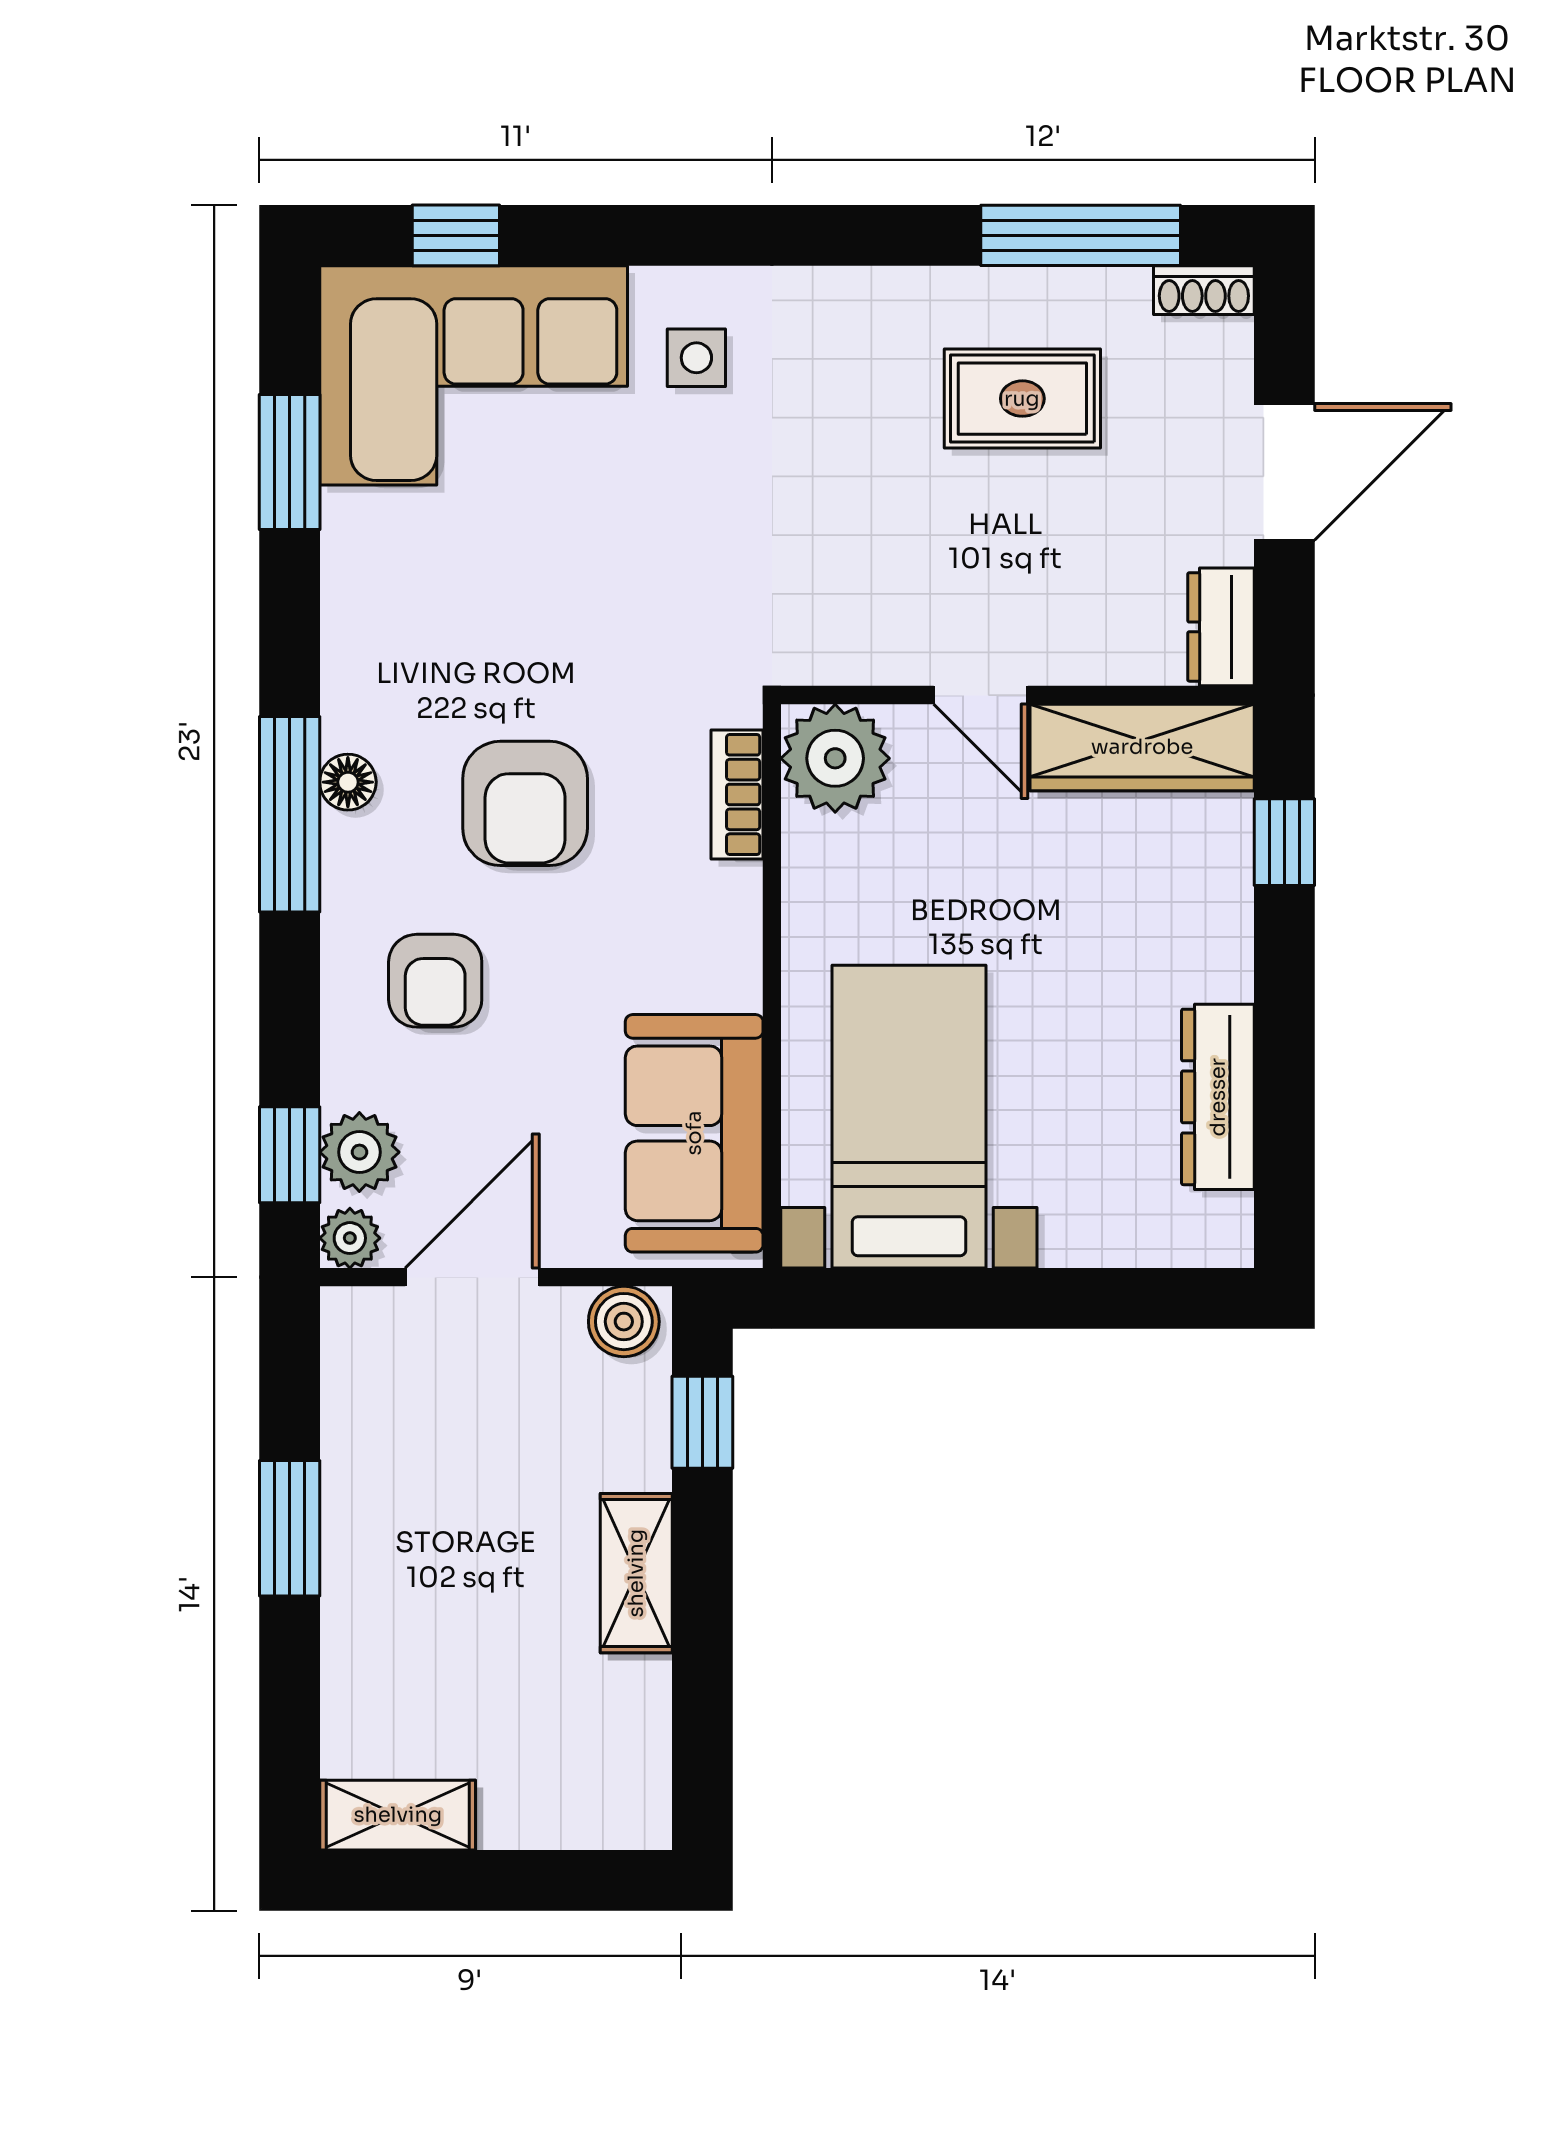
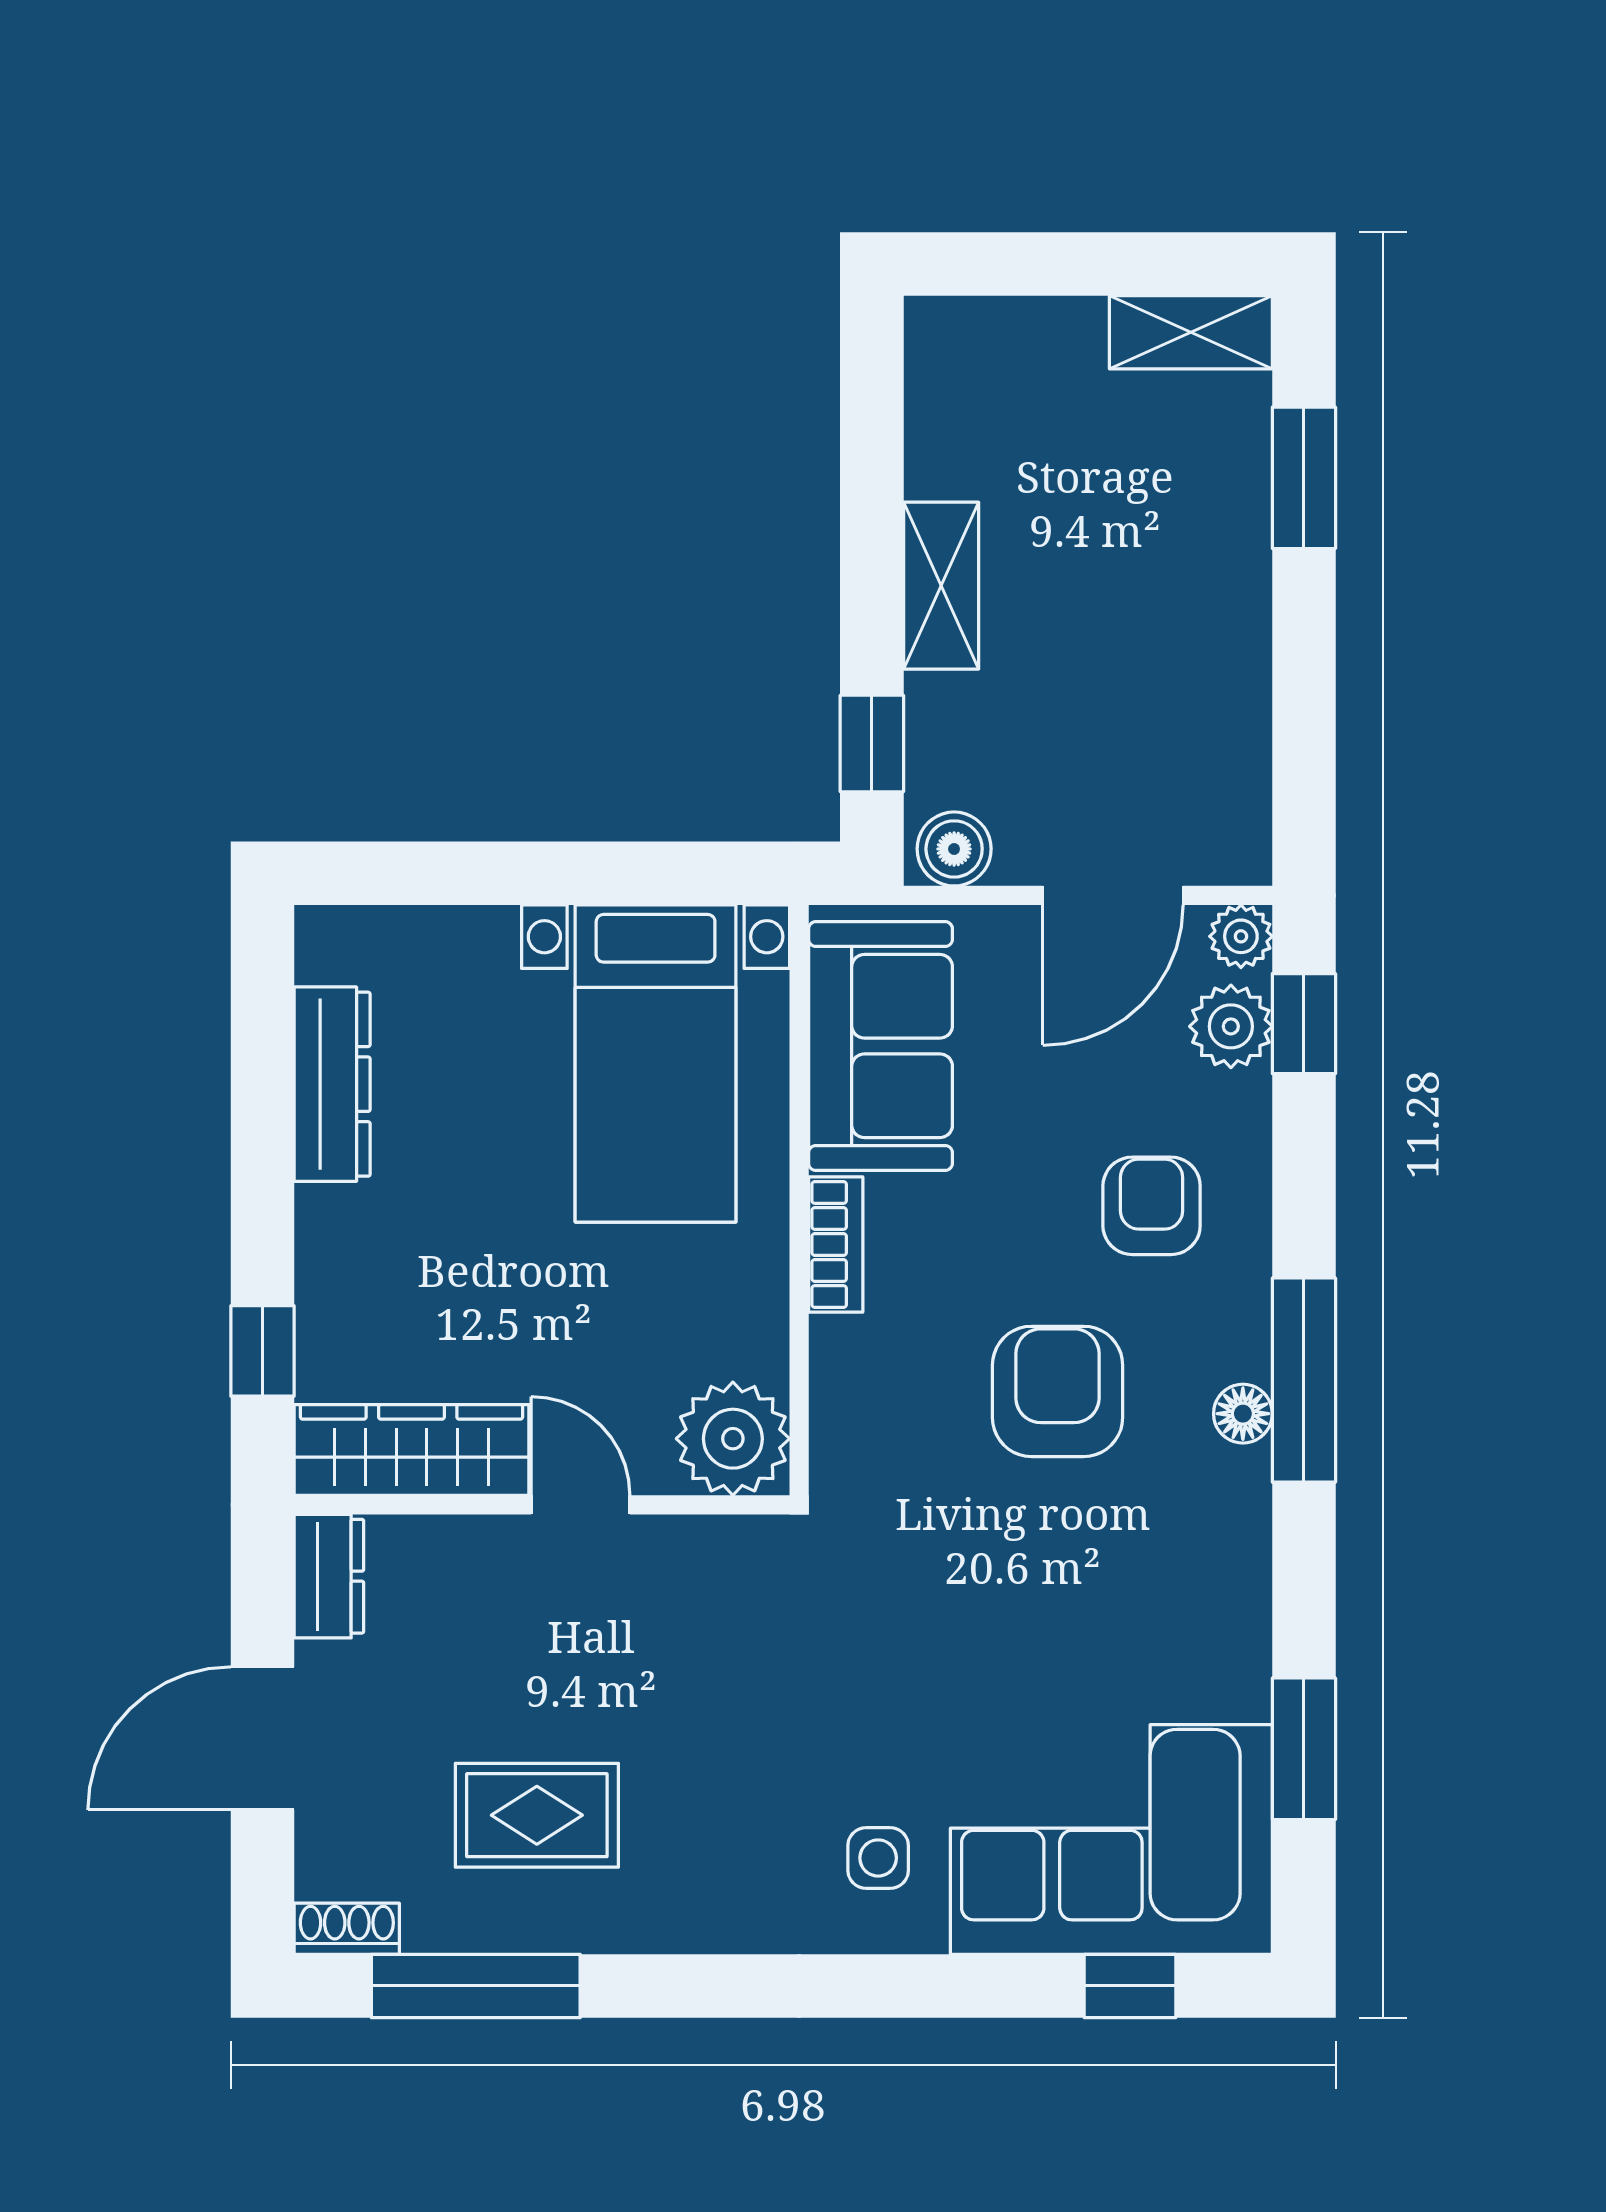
bookcase: (737, 794) -> (836, 1244), moved
window: (290, 1528) -> (1304, 478), moved

